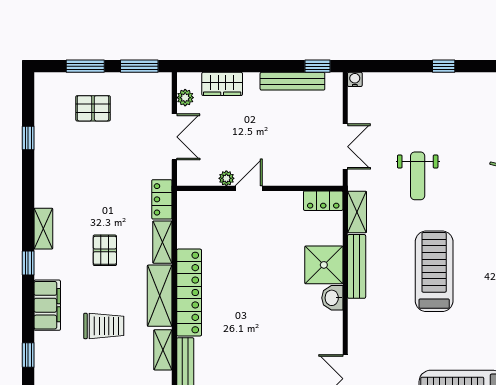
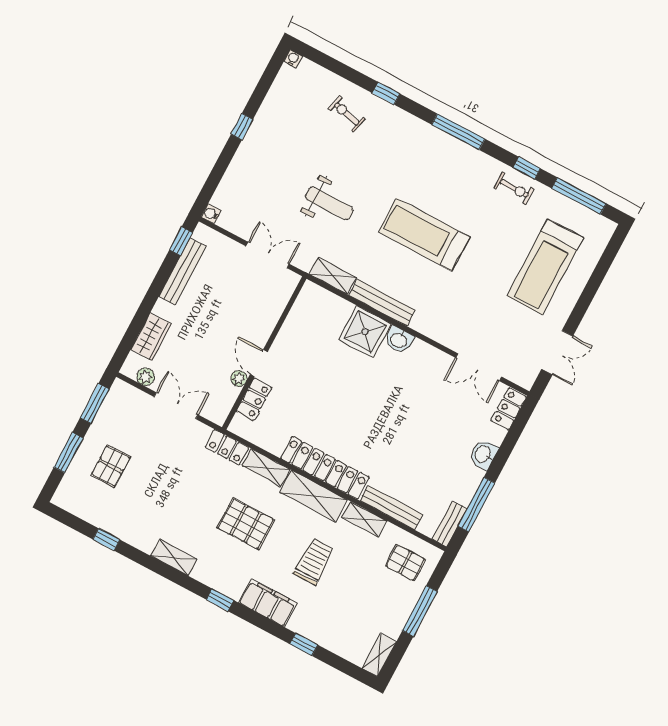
locker: (323, 201) -> (254, 399), moved
shelving: (43, 229) -> (174, 558), moved
pallet: (105, 250) -> (246, 524), width x1.50, depth x1.42

